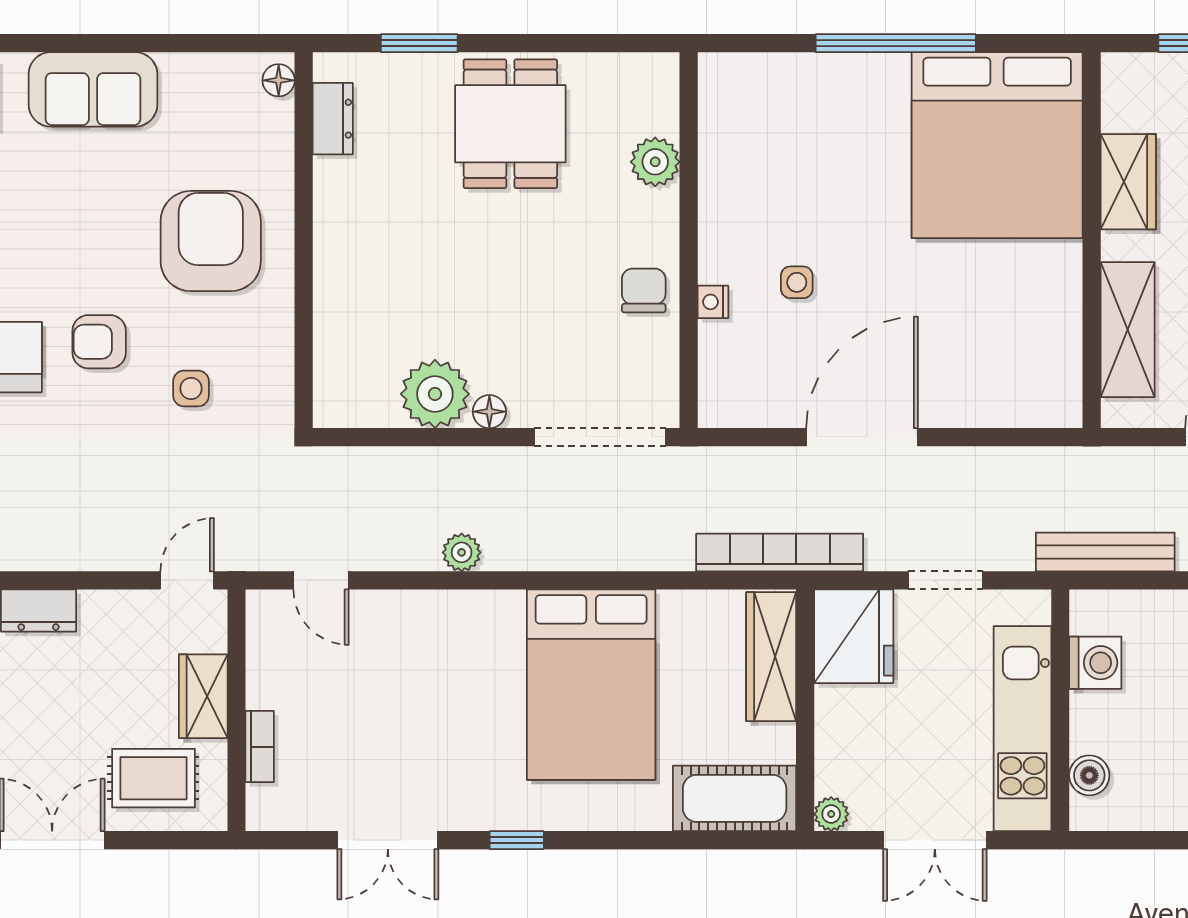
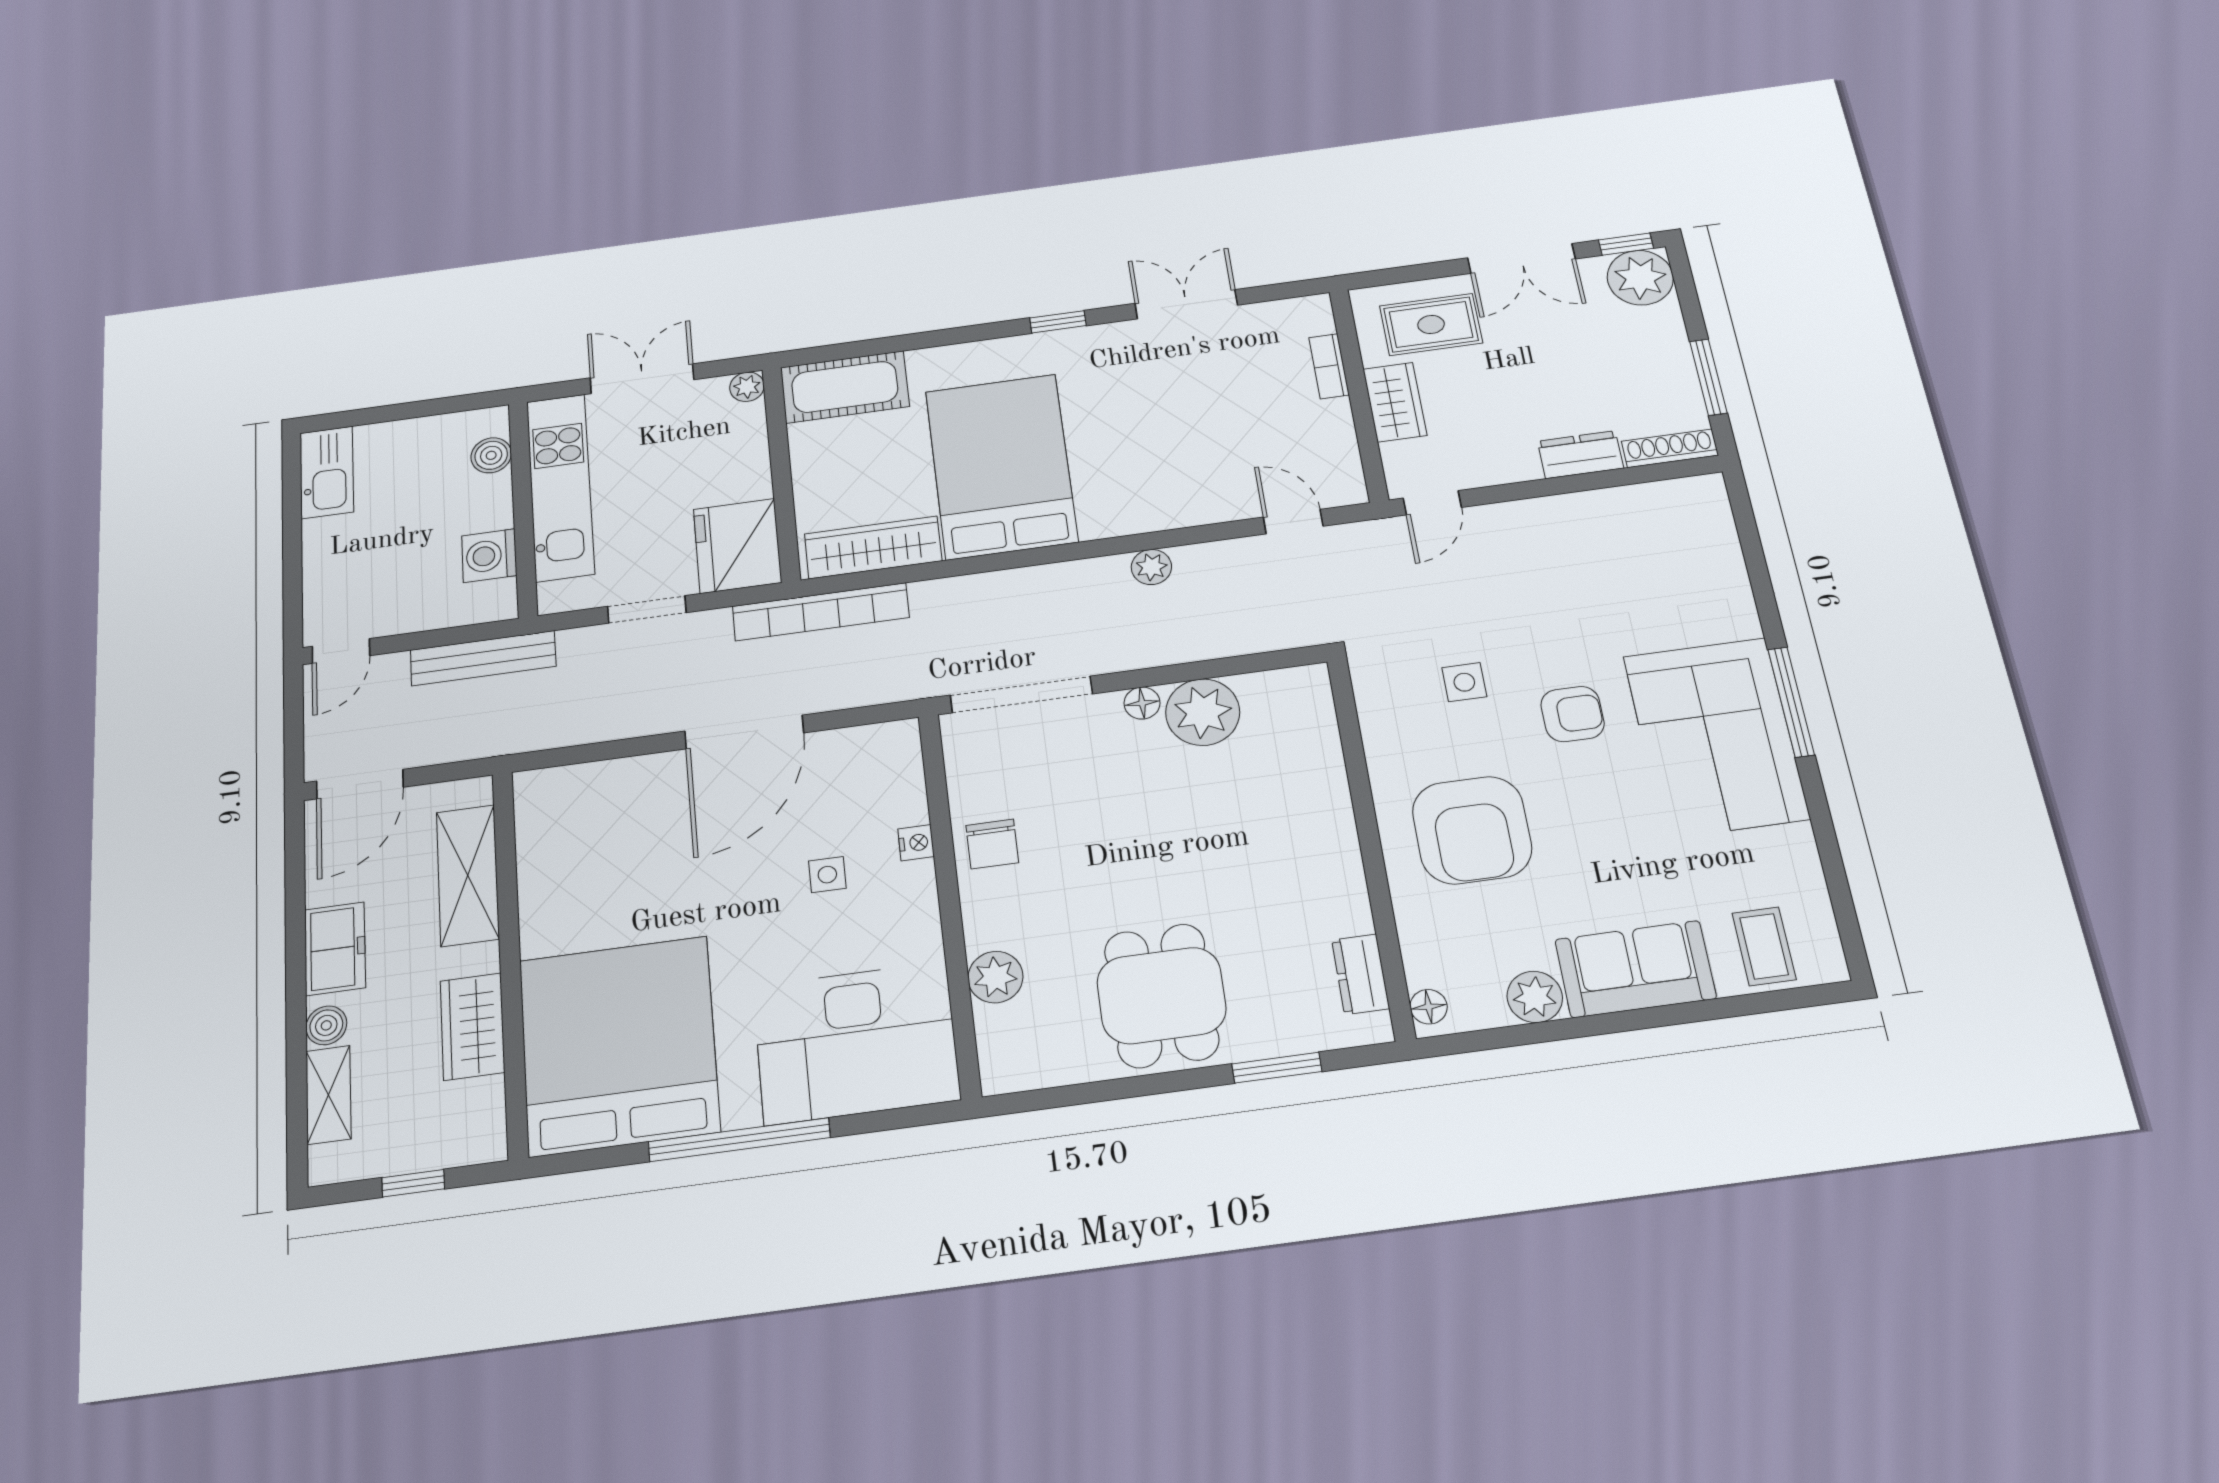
plant: (185, 76) -> (1535, 997), added
desk: (785, 118) -> (856, 1043), added
wardrobe: (771, 657) -> (873, 547), moved, turned -90

